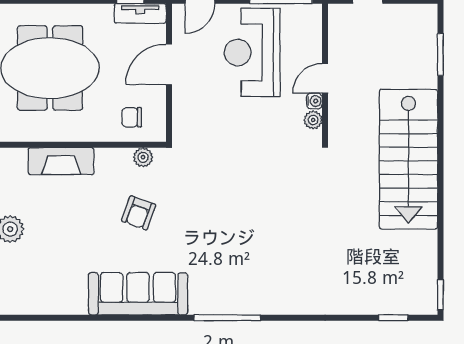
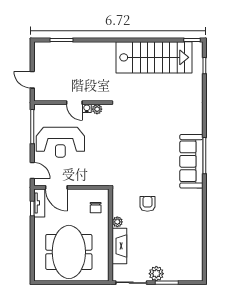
door: (169, 64) -> (56, 187), moved
plant: (143, 157) -> (117, 222), moved
stairs: (408, 159) -> (154, 57), moved
armchair: (139, 213) -> (147, 204), turned -110
sofa: (138, 294) -> (191, 161), moved

